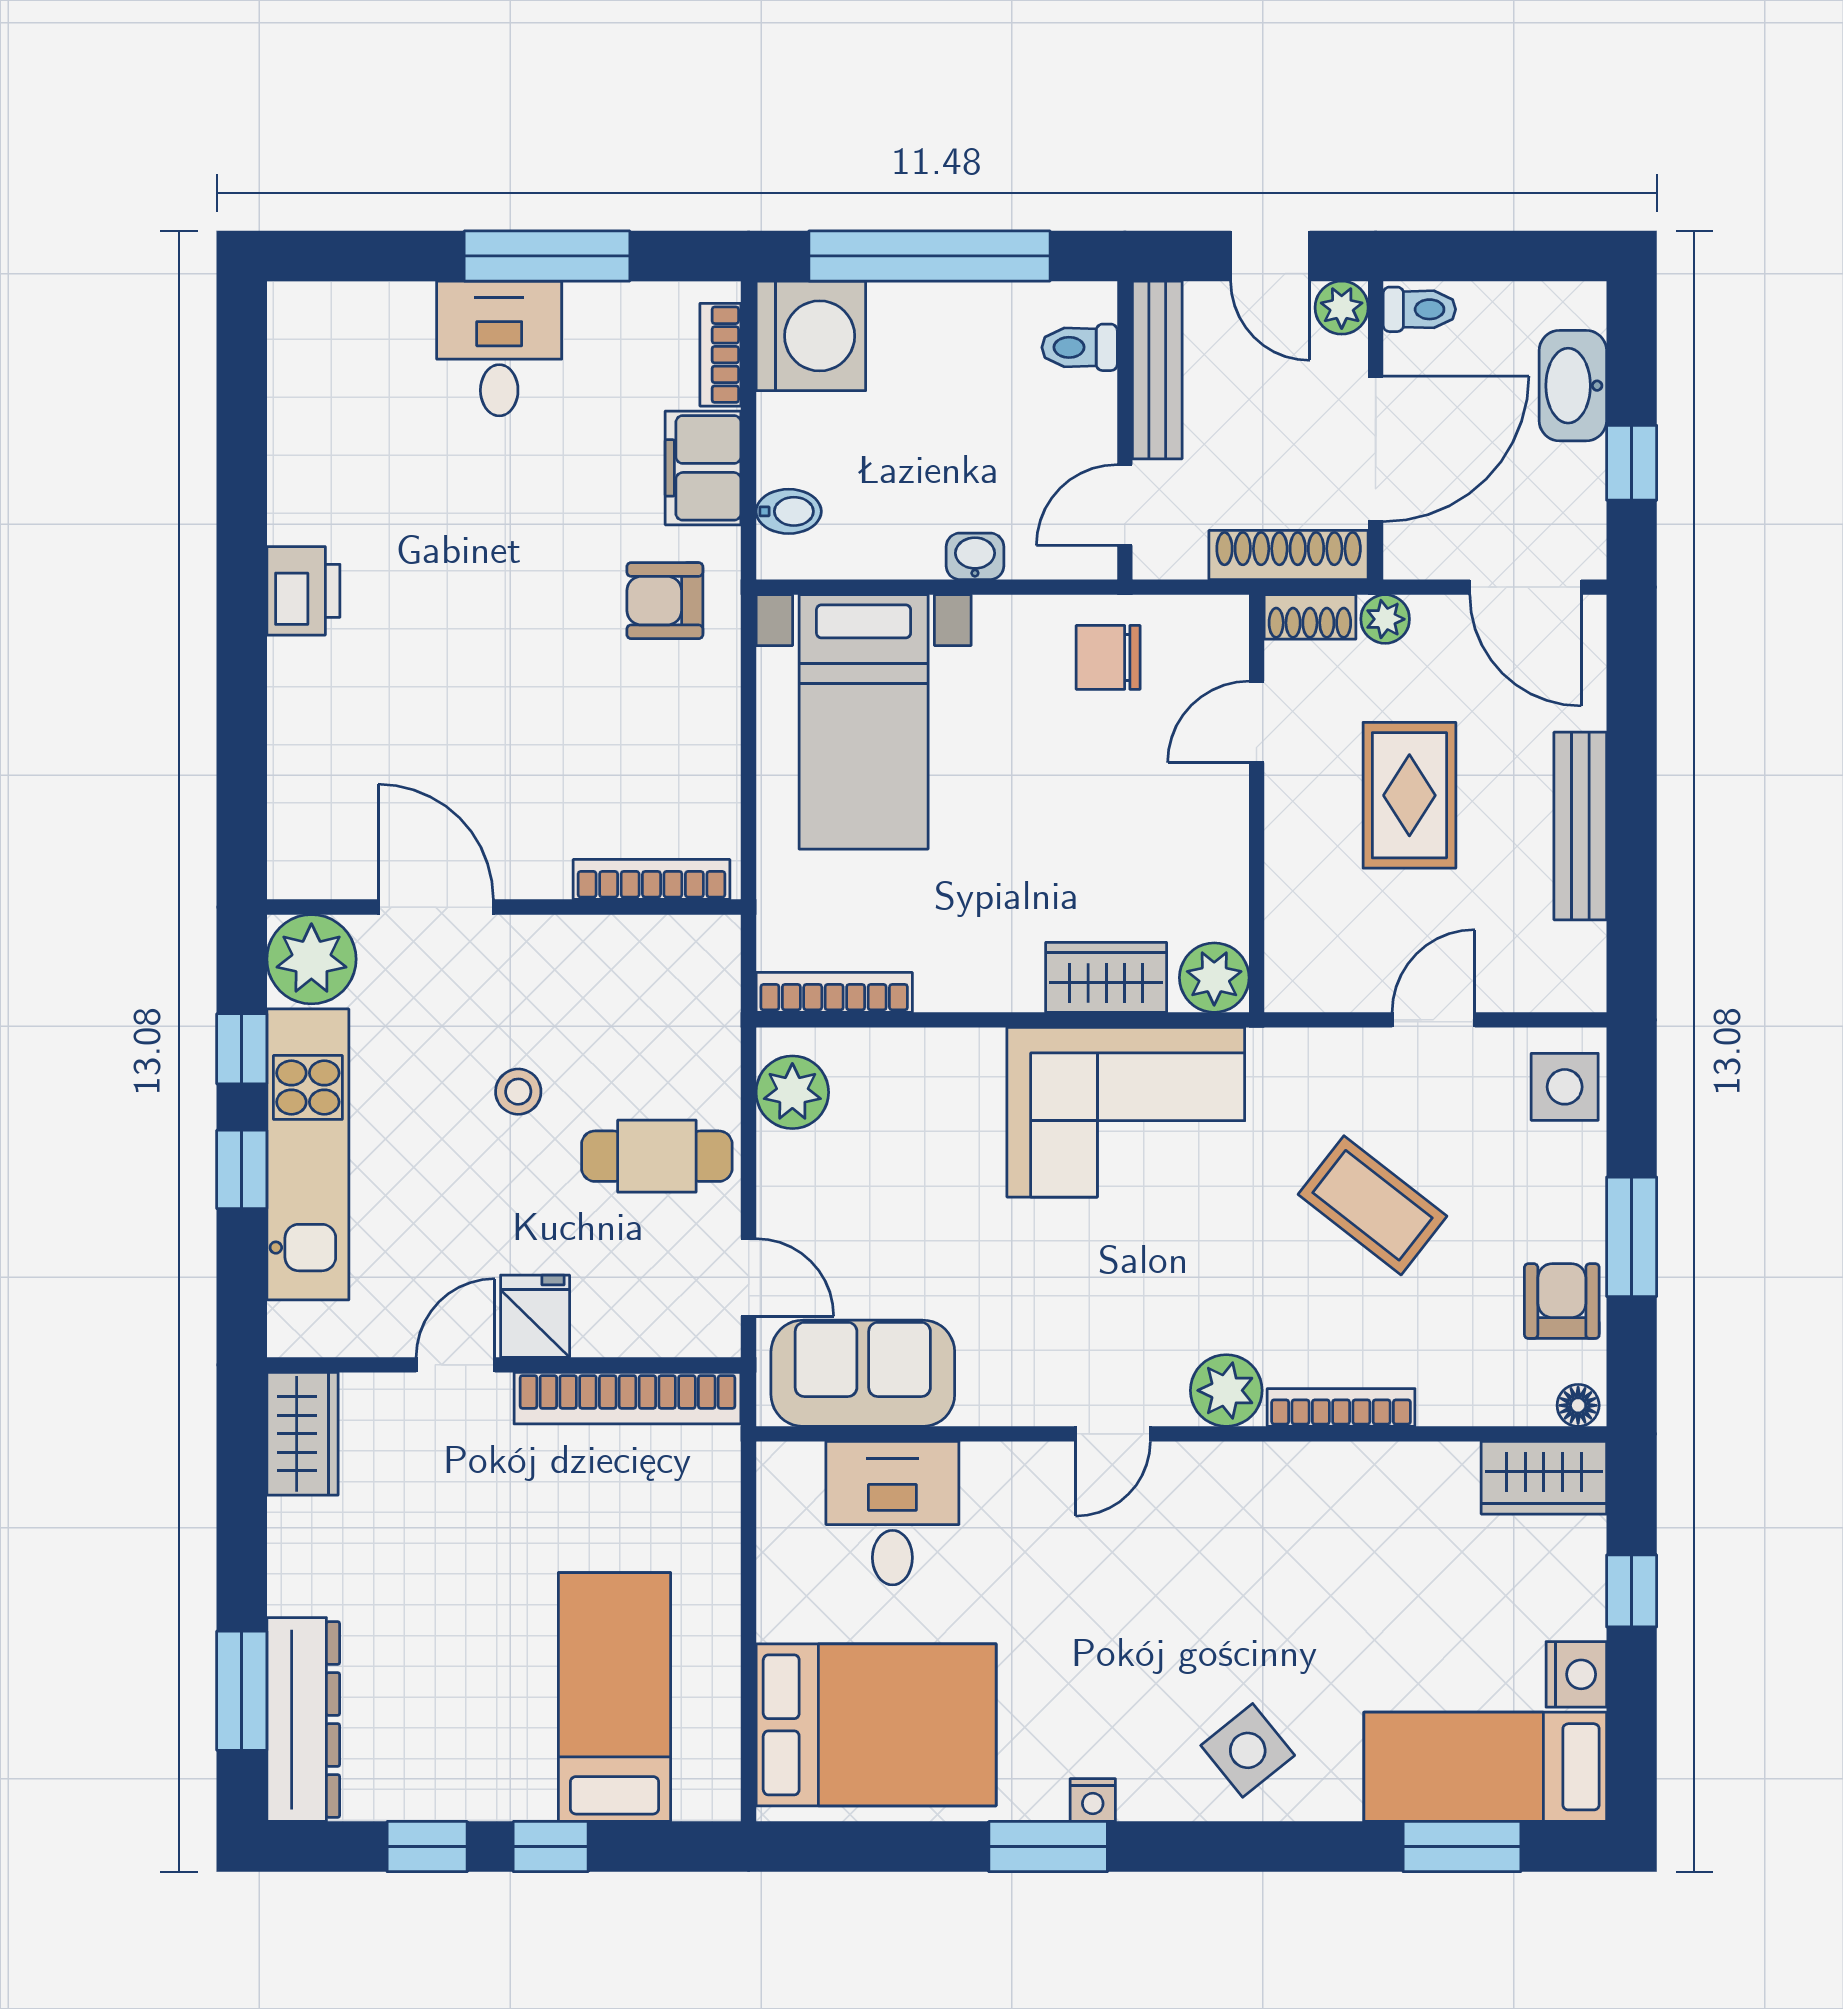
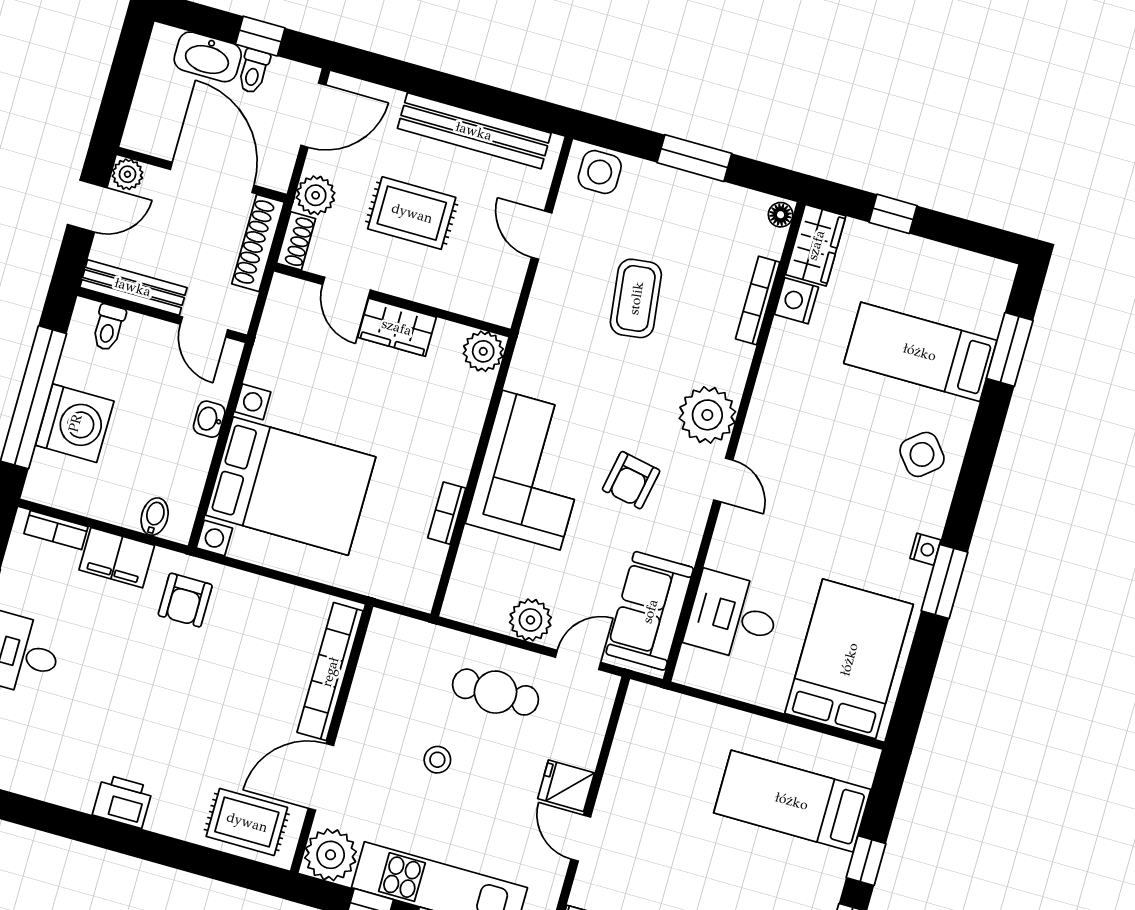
toilet: (1419, 309) -> (254, 71), moved, turned 180
washing machine: (811, 336) -> (75, 423), moved, turned 90
plant: (1385, 619) -> (316, 195), width x1.38, depth x1.38
chair: (1108, 657) -> (287, 360), removed
bed with nightstands: (864, 722) -> (291, 486), width x1.36
rug: (327, 806) -> (247, 822), added
bench: (1580, 826) -> (474, 131), width x1.37, depth x1.21
bookcase: (651, 879) -> (330, 672), width x1.48, depth x1.31
wardrobe: (1106, 977) -> (397, 327), moved, turned -90
bookcase: (834, 992) -> (447, 513), moved, width x0.64
plant: (792, 1092) -> (530, 620), moved
corner sofa: (1126, 1112) -> (531, 470), moved
cafe table: (657, 1156) -> (495, 692), turned 90
coffee table: (1372, 1205) -> (636, 298), turned -45
armchair: (1562, 1301) -> (631, 480), moved, turned -79
plant: (1226, 1390) -> (707, 415), width x1.36, depth x1.36
bookcase: (628, 1398) -> (627, 747), removed
bookcase: (1341, 1407) -> (758, 300), moved
nightstand: (1576, 1674) -> (796, 301), moved, turned -90
bed: (1485, 1767) -> (920, 352), moved, turned 90

